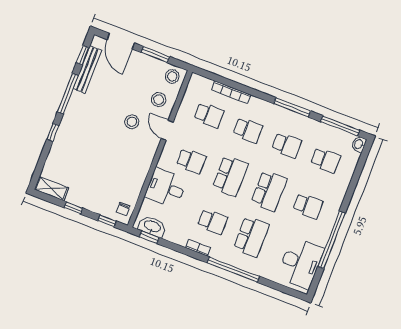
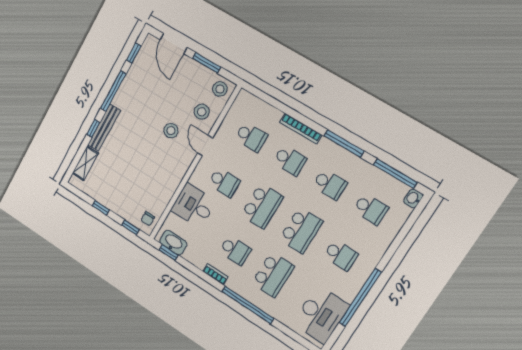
bench: (87, 69) -> (104, 128), moved
bookcase: (231, 92) -> (301, 129), moved
shelving: (51, 189) -> (85, 163), moved, turned 90

